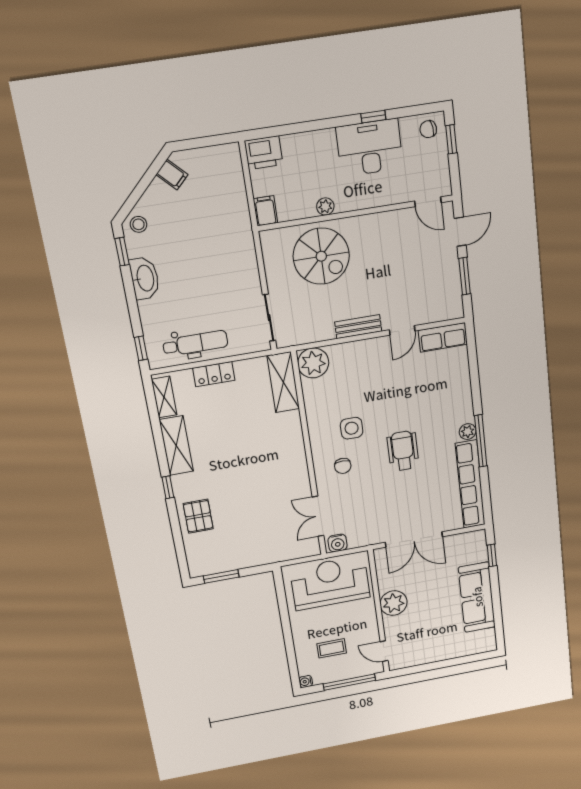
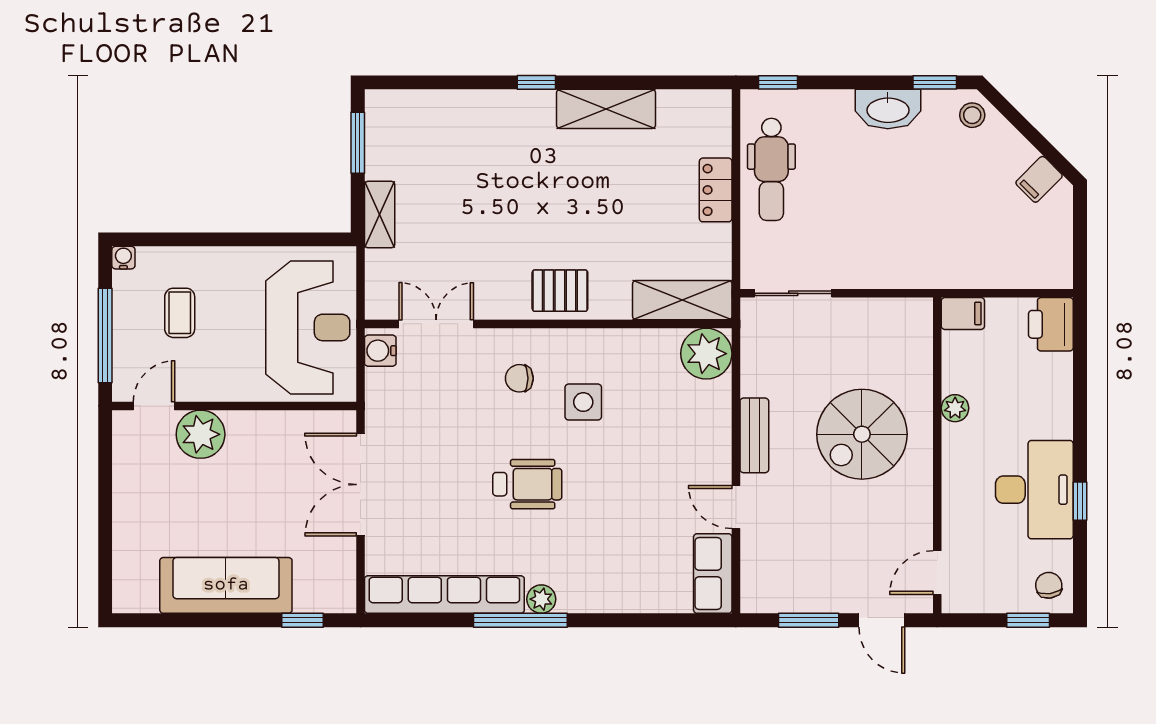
spiral stairs: (321, 256) -> (862, 434), moved
shelving: (164, 397) -> (380, 215), moved, turned 90
pallet: (198, 516) -> (560, 291), moved
plant: (394, 603) -> (201, 434), moved

